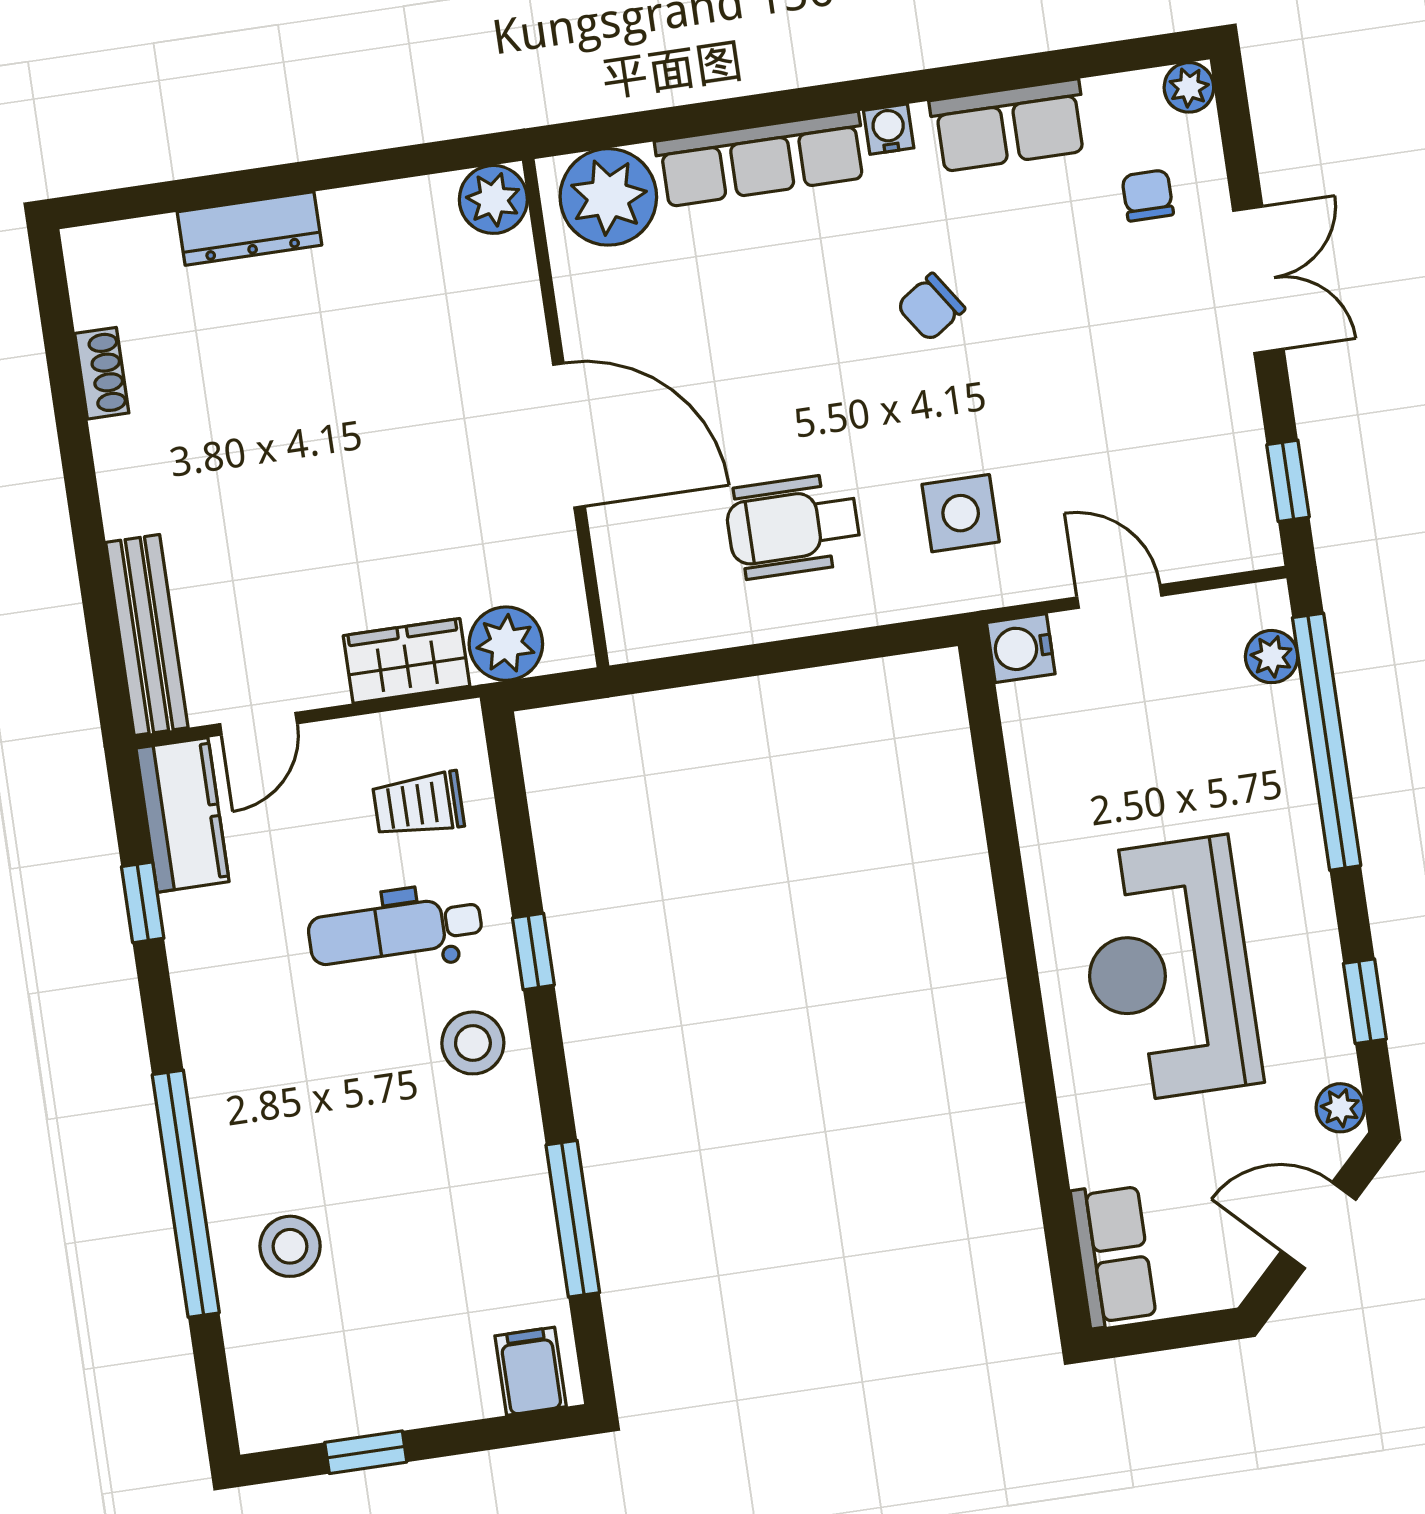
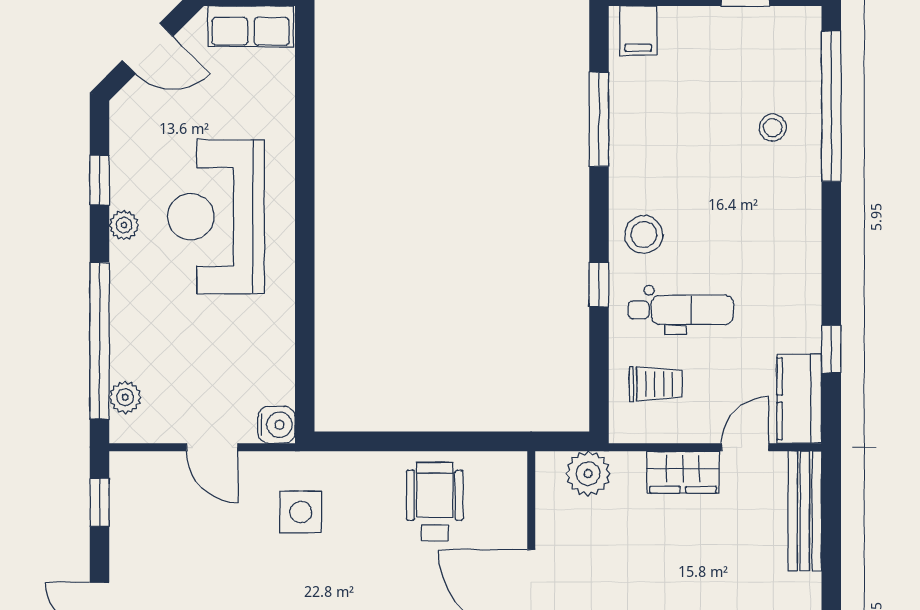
wheelchair: (793, 526) -> (435, 502), moved, turned -90
wardrobe: (407, 661) -> (683, 472), moved
reception desk: (1168, 970) -> (216, 217), turned 180
plant: (1340, 1108) -> (124, 225), moved
window: (186, 1194) -> (831, 106), moved
stool: (290, 1246) -> (773, 128), width x0.73, depth x0.73
row of seats: (1114, 1255) -> (251, 26), moved, turned -90

